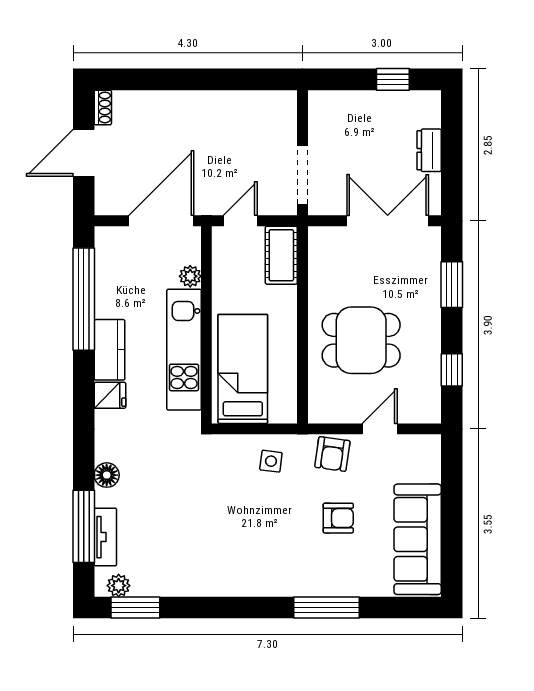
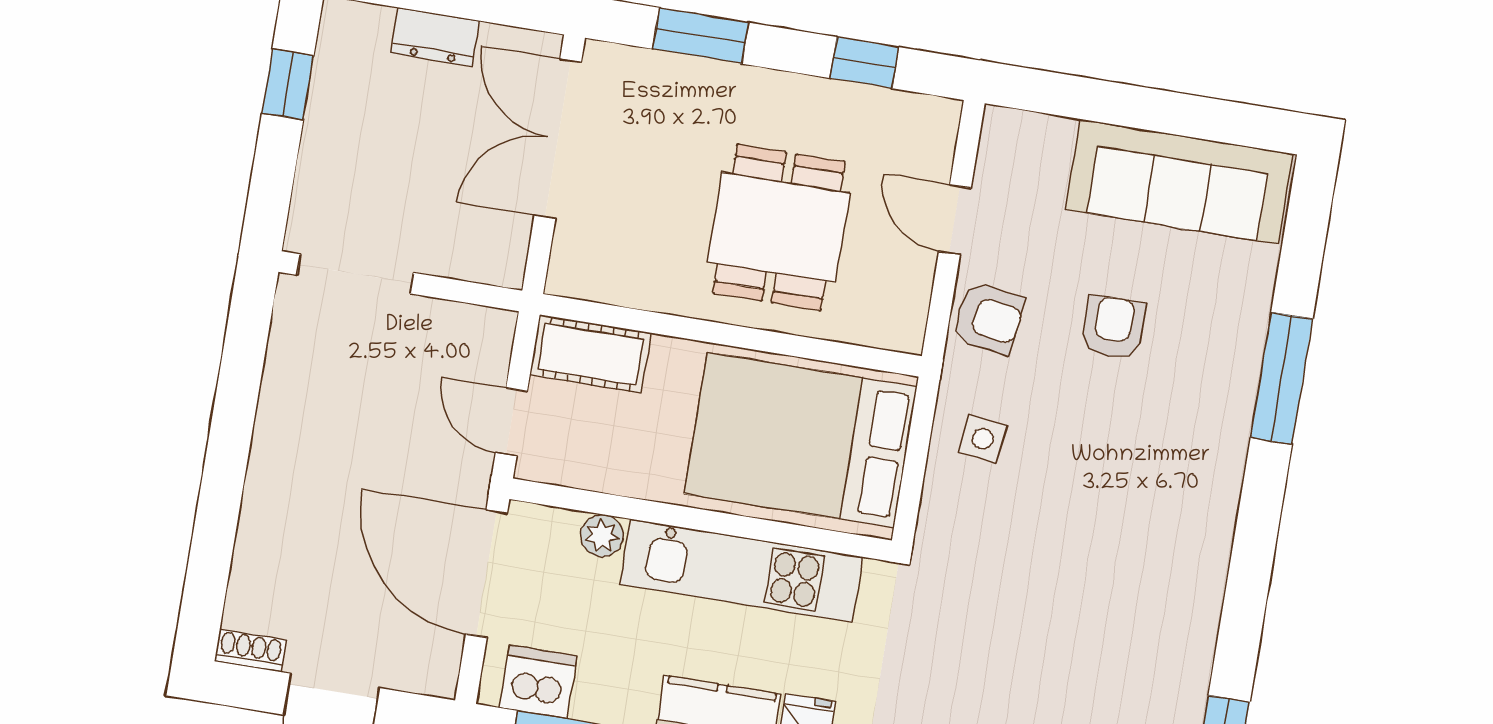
doorway: (302, 175) -> (355, 274), moved
dishwasher: (111, 256) -> (538, 682), added
bed: (243, 369) -> (801, 440), width x1.50

